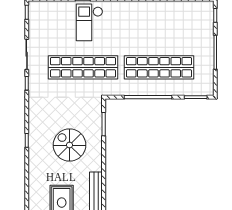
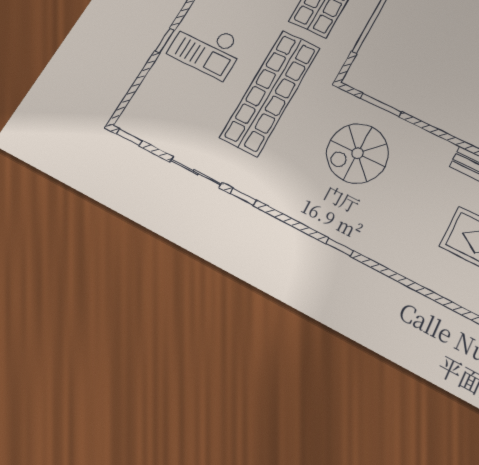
spiral stairs: (69, 145) -> (358, 153), moved

